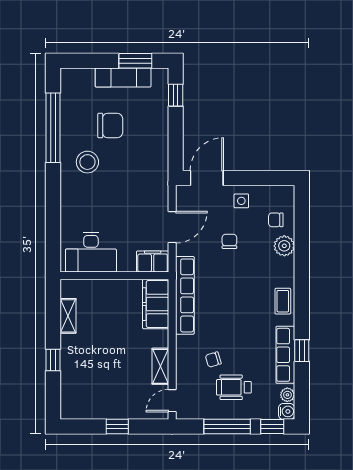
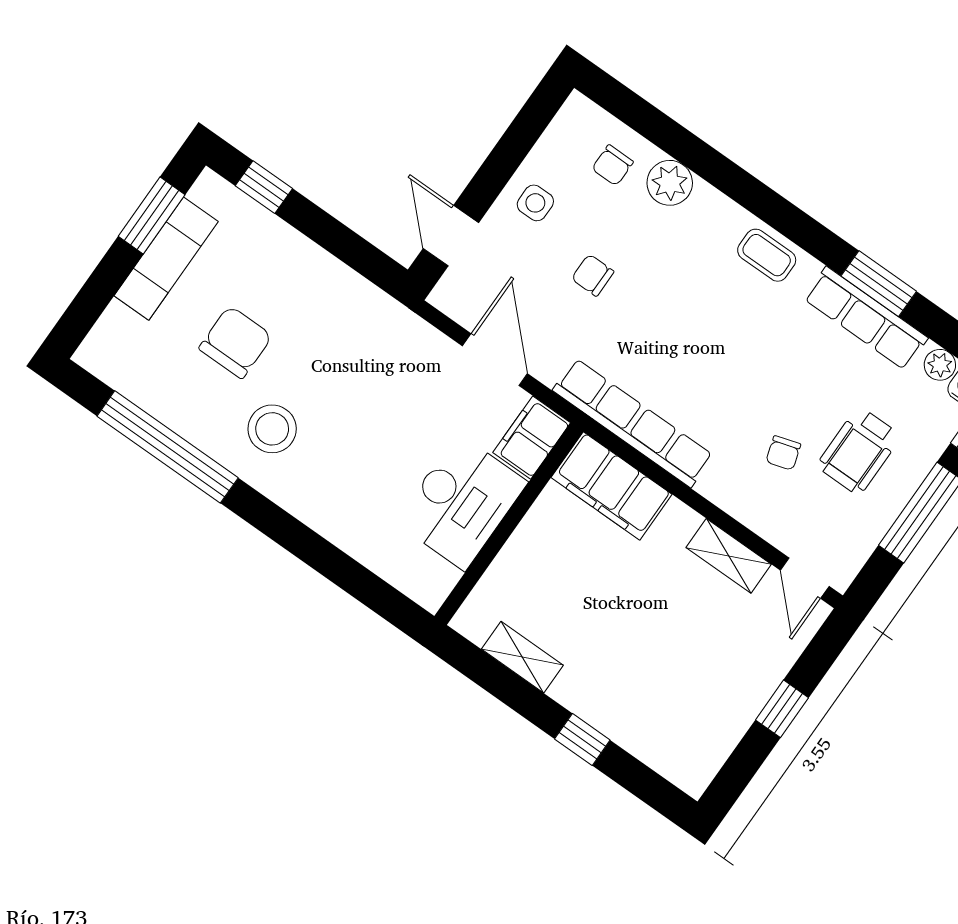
door: (207, 178) -> (451, 236), width x0.73
desk: (91, 252) -> (461, 502), moved
window: (302, 351) -> (879, 284), width x1.50

